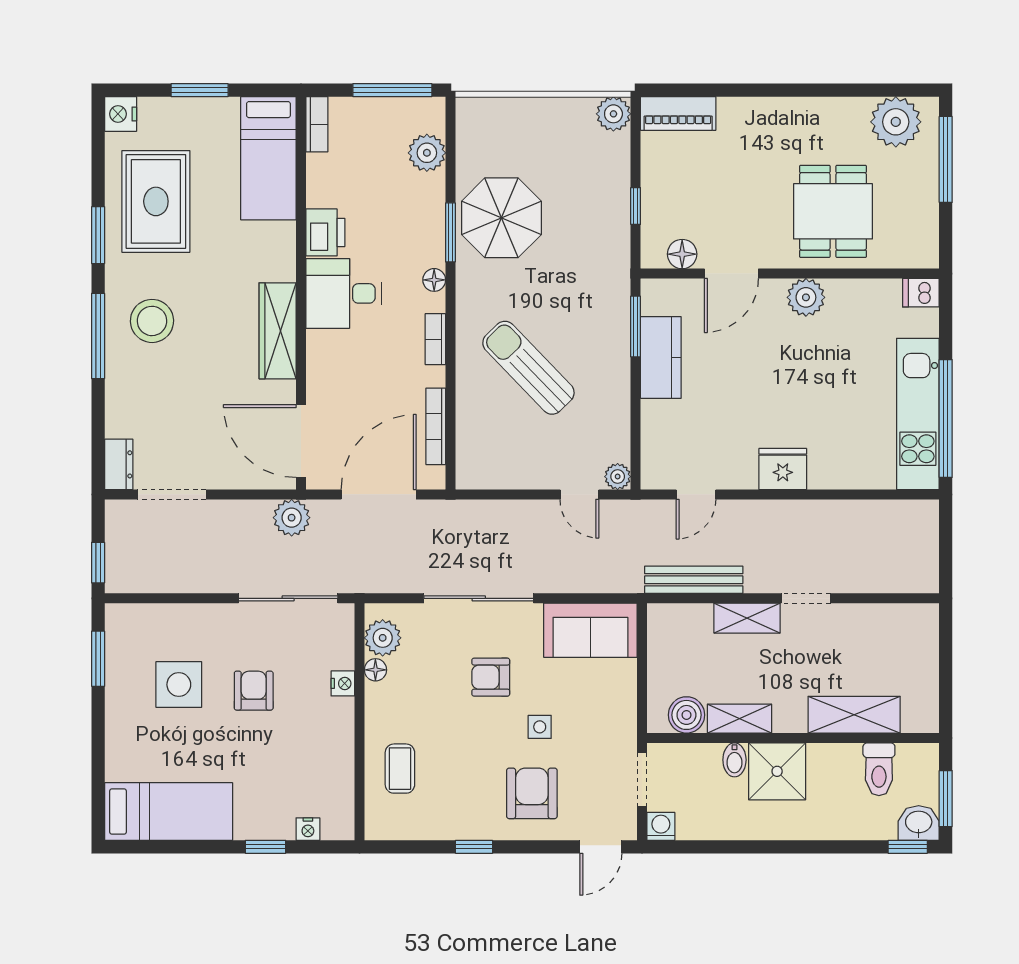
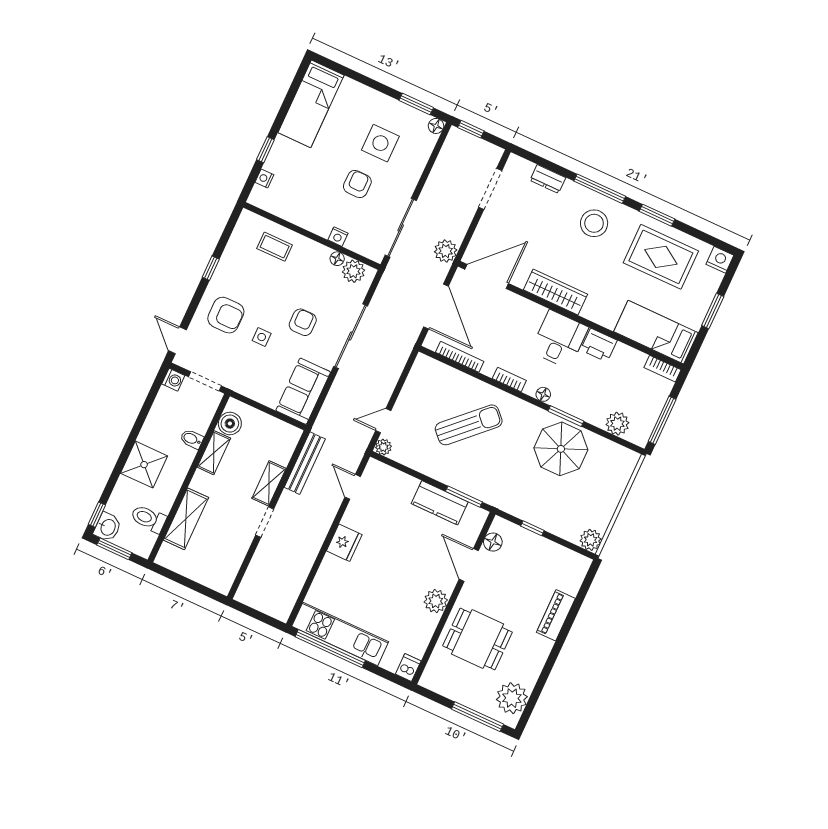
piano: (678, 113) -> (556, 615), moved
dresser: (119, 464) -> (548, 179), moved
floor lamp: (117, 615) -> (436, 126), added
armchair: (254, 691) -> (357, 184), turned -90
shower: (777, 771) -> (144, 465), moved

